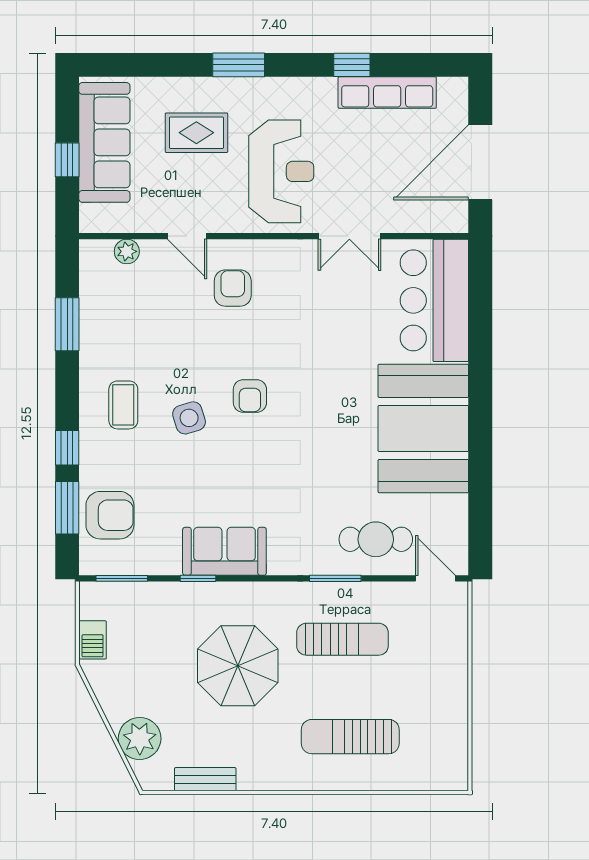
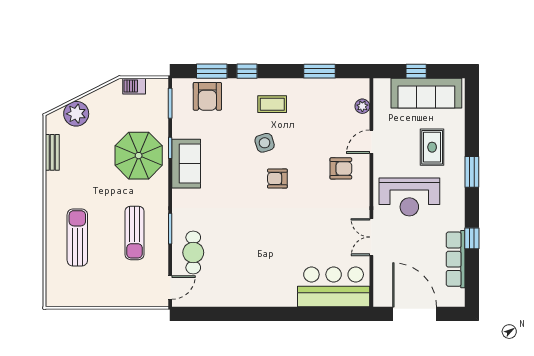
booth: (423, 428) -> (258, 280), removed
parasol: (238, 666) -> (139, 156), moved

